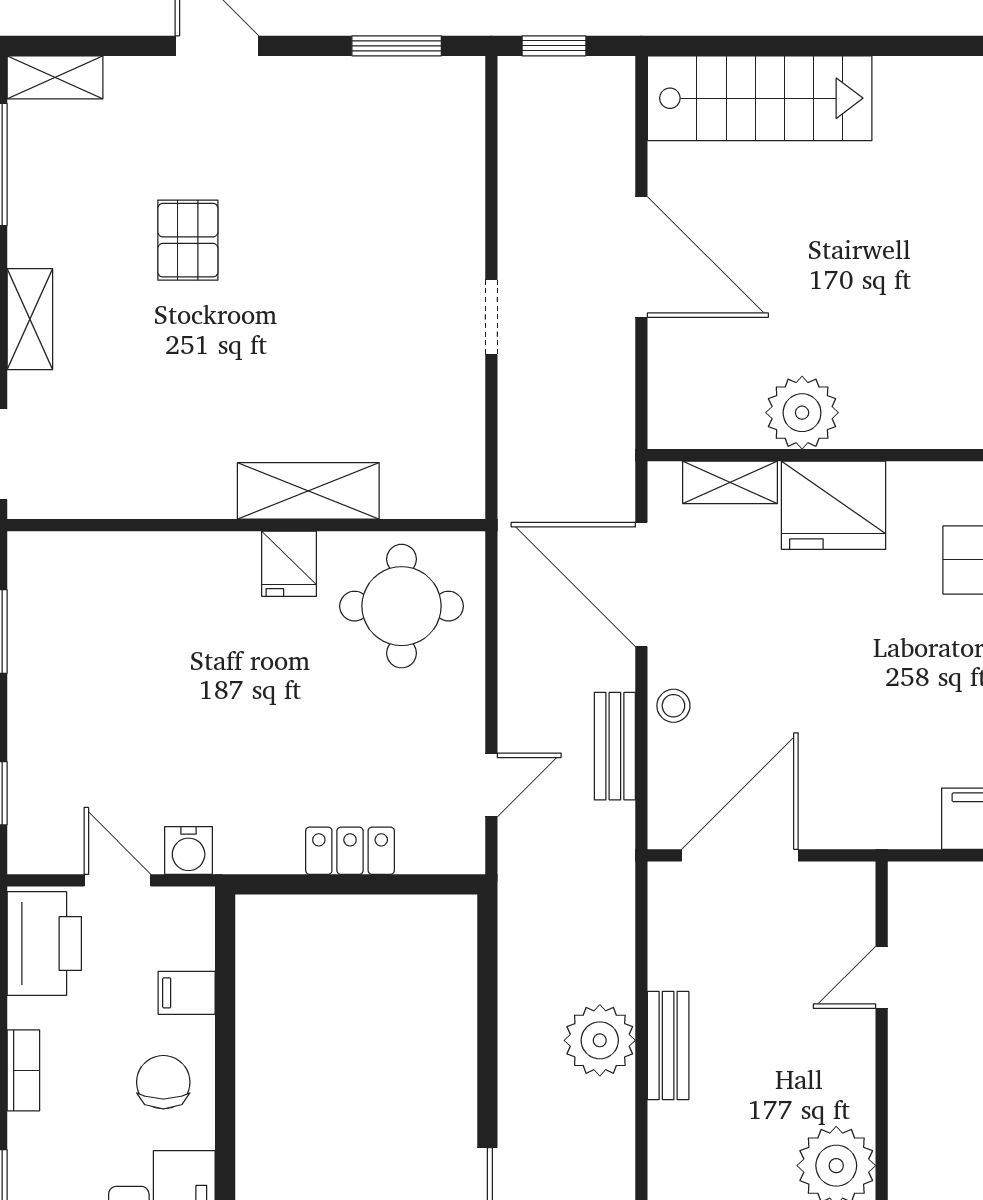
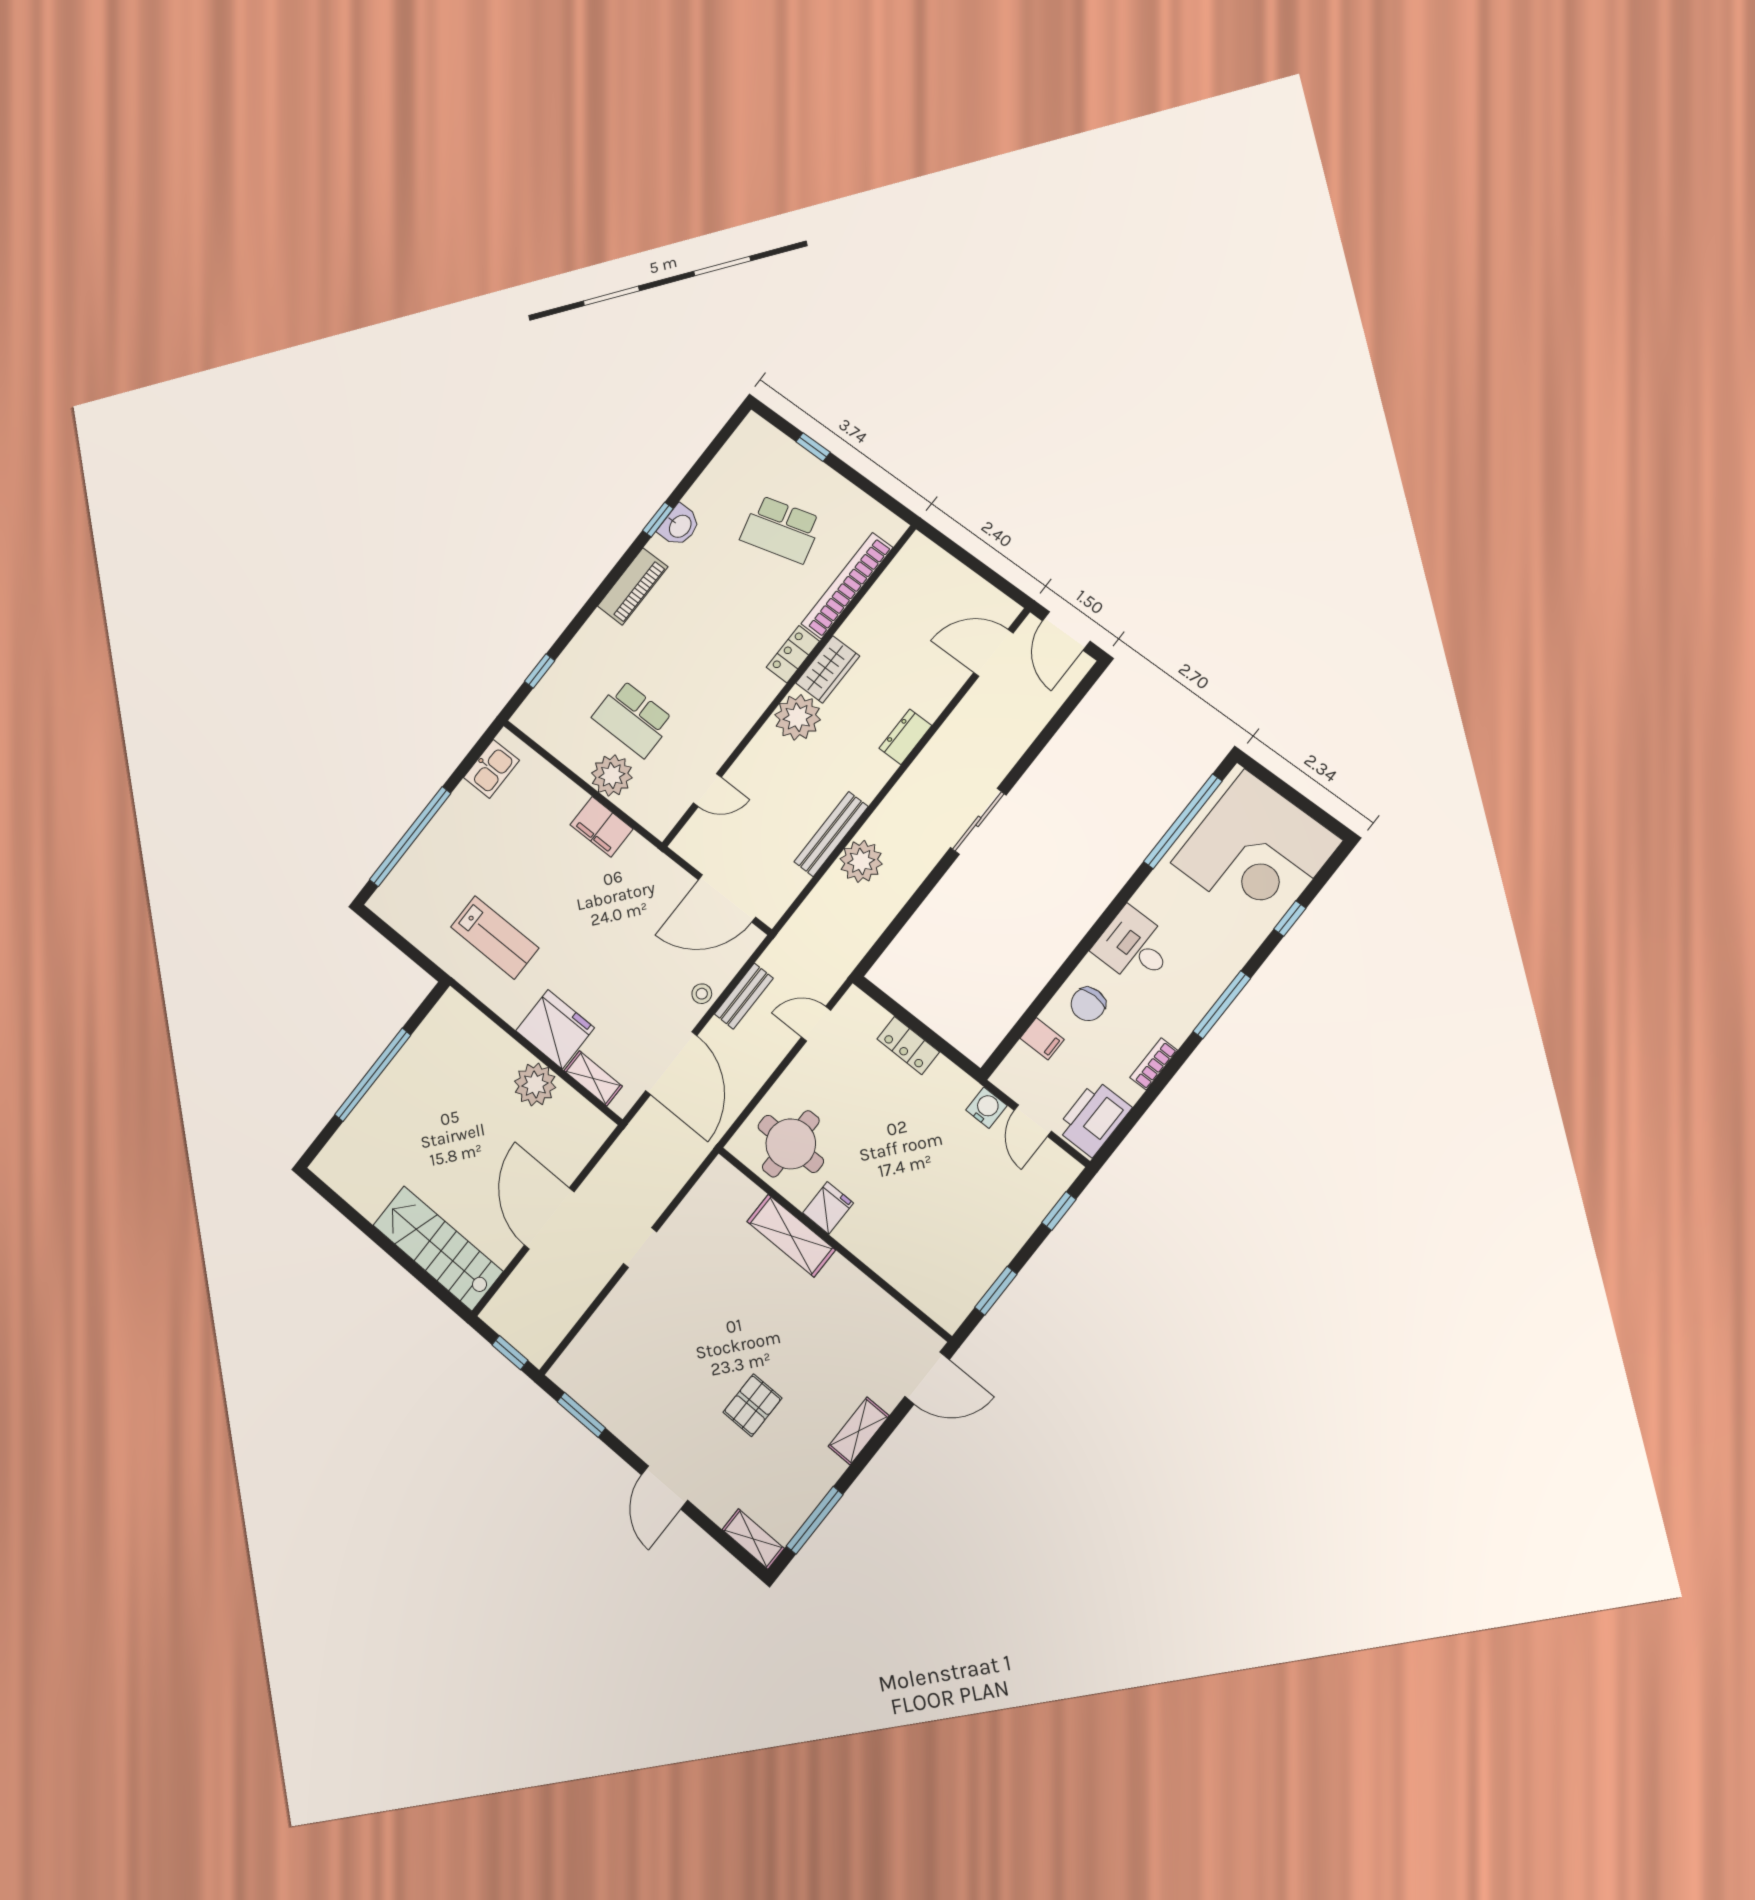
bench: (668, 1046) -> (831, 834), width x1.36

